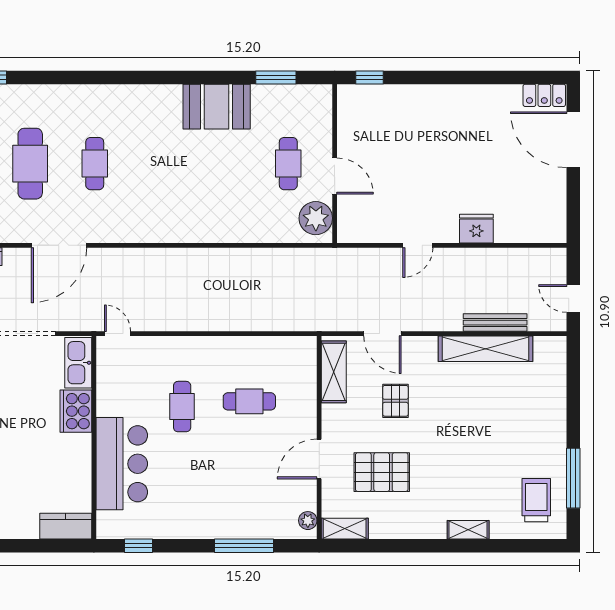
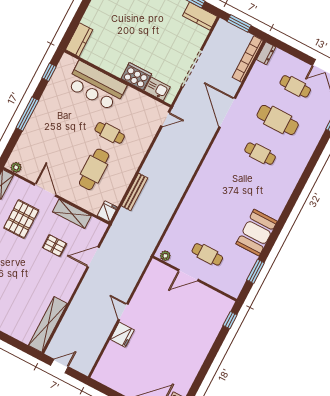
plant: (316, 218) -> (165, 256), width x0.53, depth x0.53
door: (418, 245) -> (123, 312), moved
bench: (495, 323) -> (135, 192), moved
fridge: (302, 348) -> (107, 211), added
shelving: (486, 349) -> (48, 324), moved
kitchen sink: (78, 363) -> (157, 89), width x0.73
shelving: (334, 372) -> (72, 214), moved
cafe table: (249, 401) -> (94, 169), width x1.37, depth x1.35
window: (244, 546) -> (27, 114), moved

